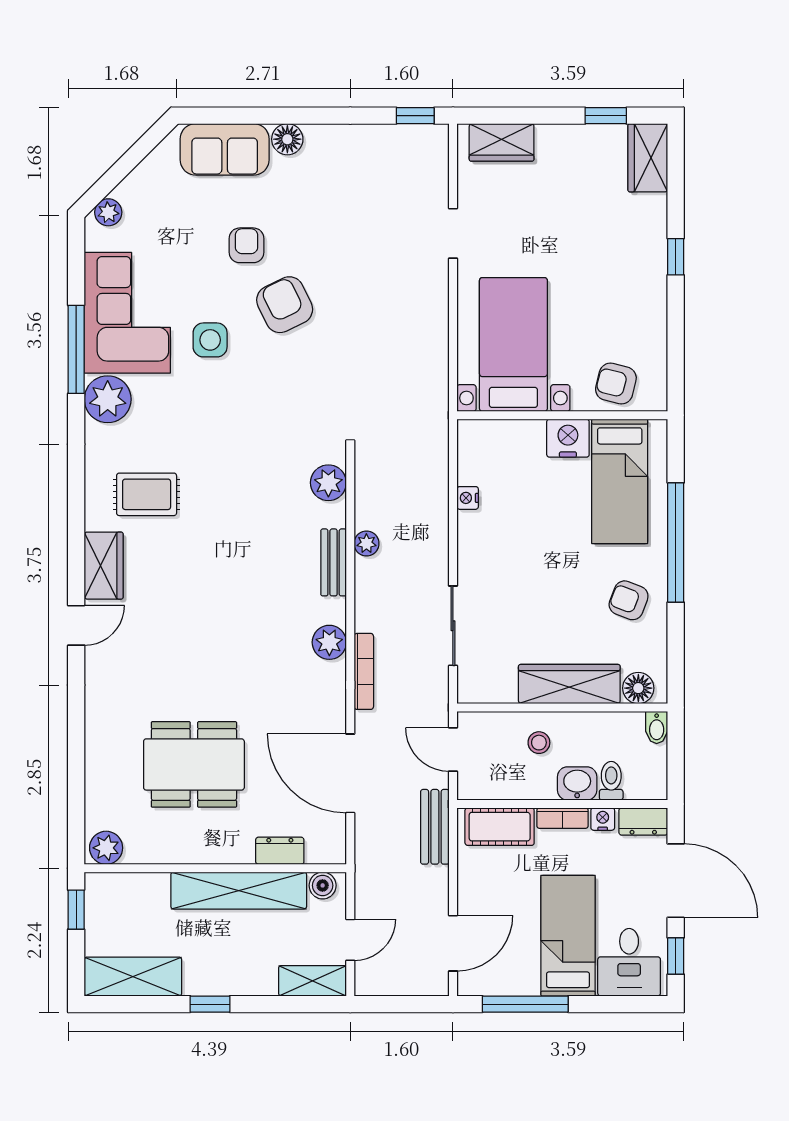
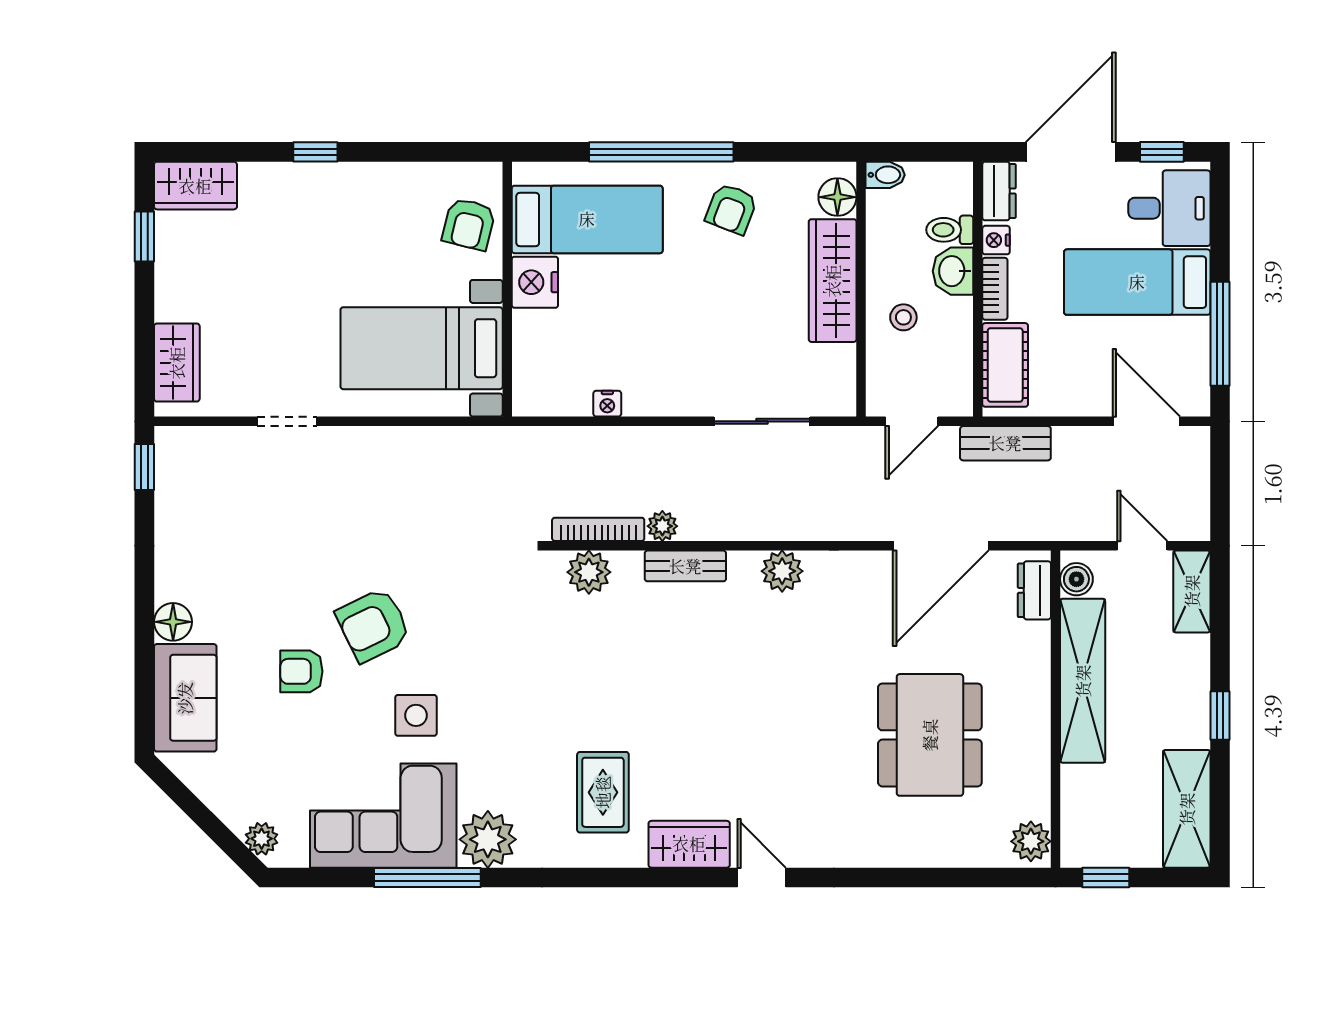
bookcase: (364, 671) -> (598, 529), moved
dresser: (280, 851) -> (1034, 590), moved

